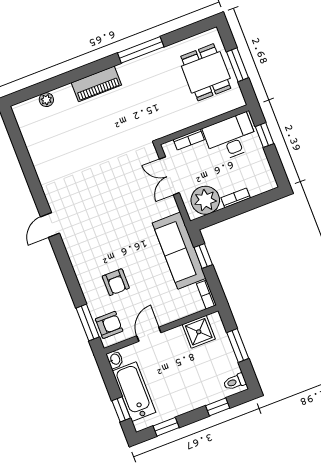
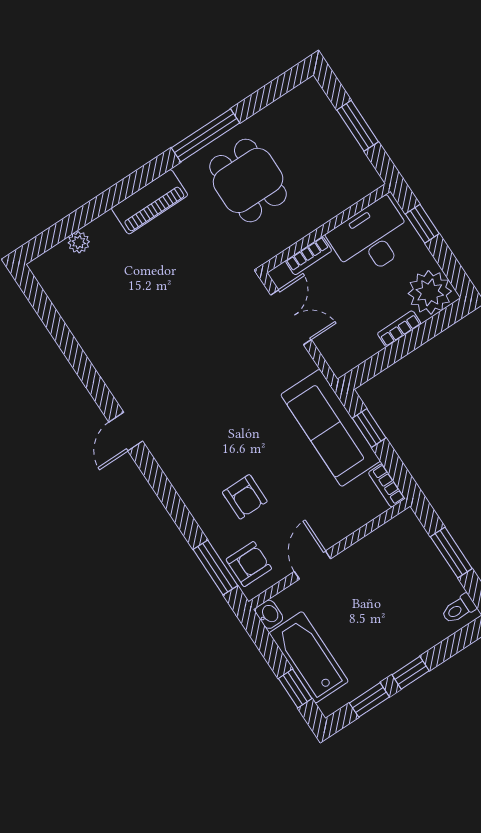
dining table: (206, 72) -> (248, 180), moved
double door: (169, 176) -> (291, 317), swing flipped
plant: (205, 200) -> (430, 292), moved
shower: (199, 332) -> (387, 545), removed
window: (218, 407) -> (411, 673), moved

